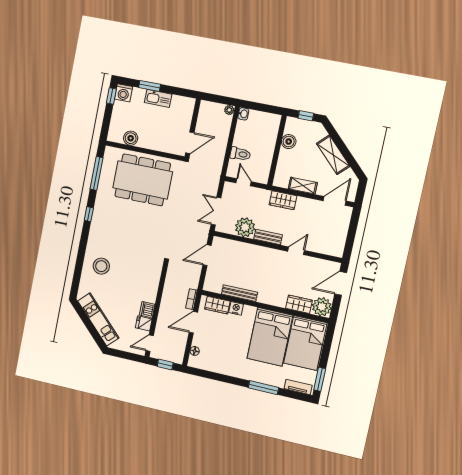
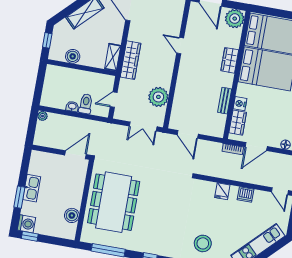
washbasin: (243, 114) -> (72, 106), moved
door: (190, 143) -> (76, 155), hinge flipped
shelving: (303, 186) -> (113, 57), moved
wardrobe: (283, 200) -> (131, 60), width x1.50
bench: (268, 237) -> (167, 74), removed
bench: (239, 293) -> (225, 101), width x0.73
wardrobe: (299, 304) -> (230, 60), moved
door: (193, 322) -> (256, 147), hinge flipped
fridge: (144, 323) -> (222, 191), moved

